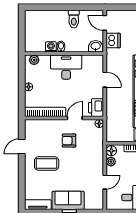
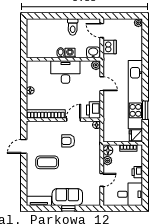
washing machine: (51, 47) -> (70, 53), moved
plant: (34, 60) -> (96, 65), moved

